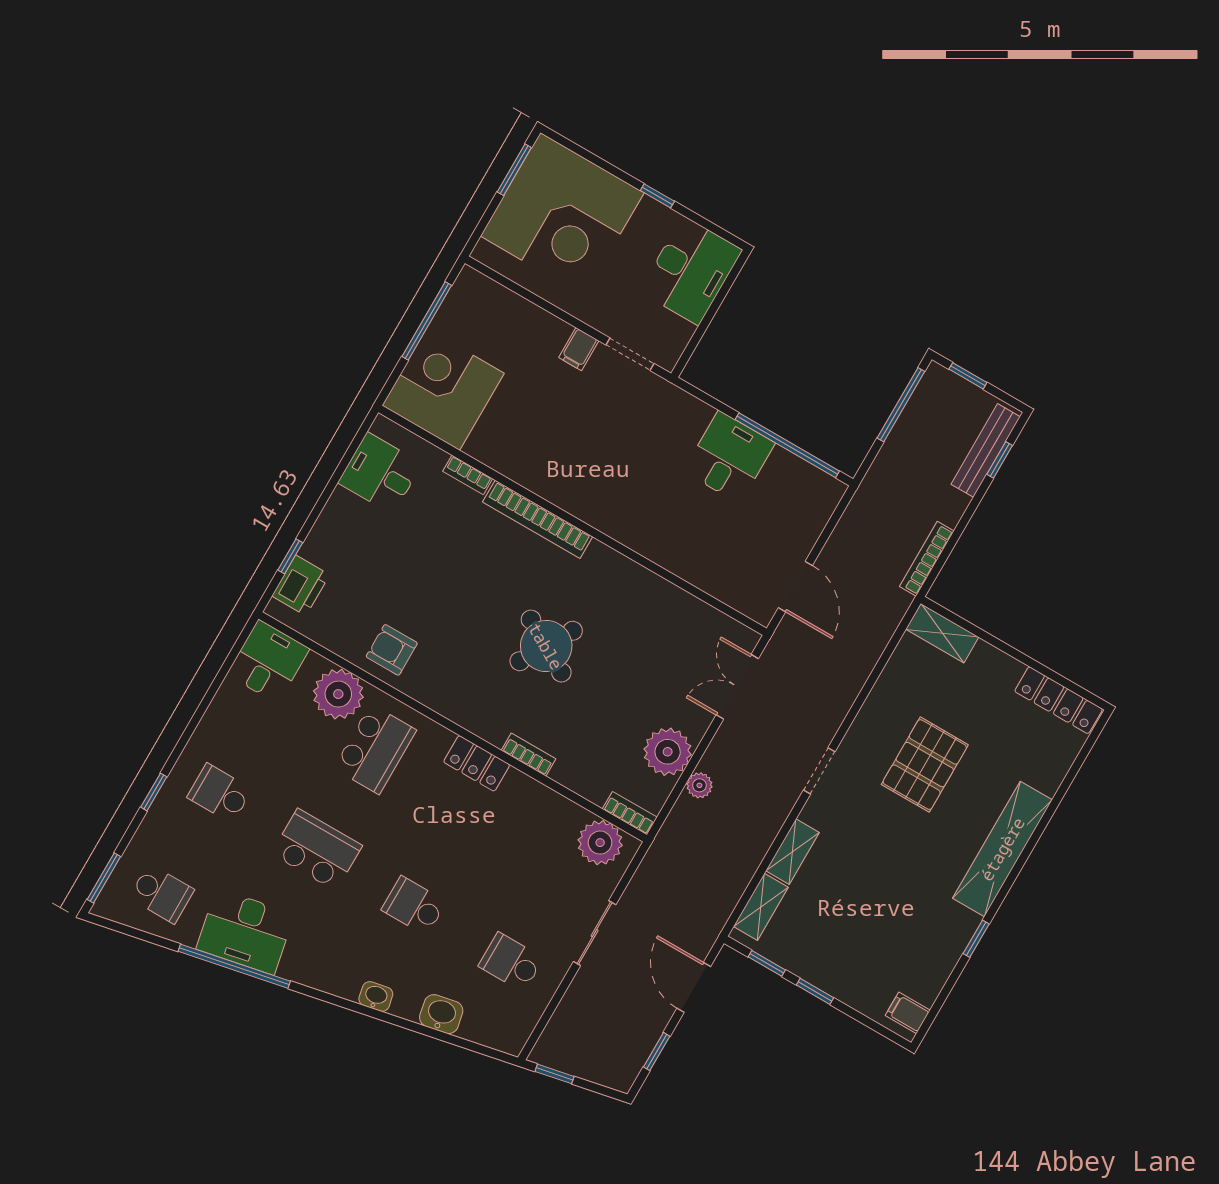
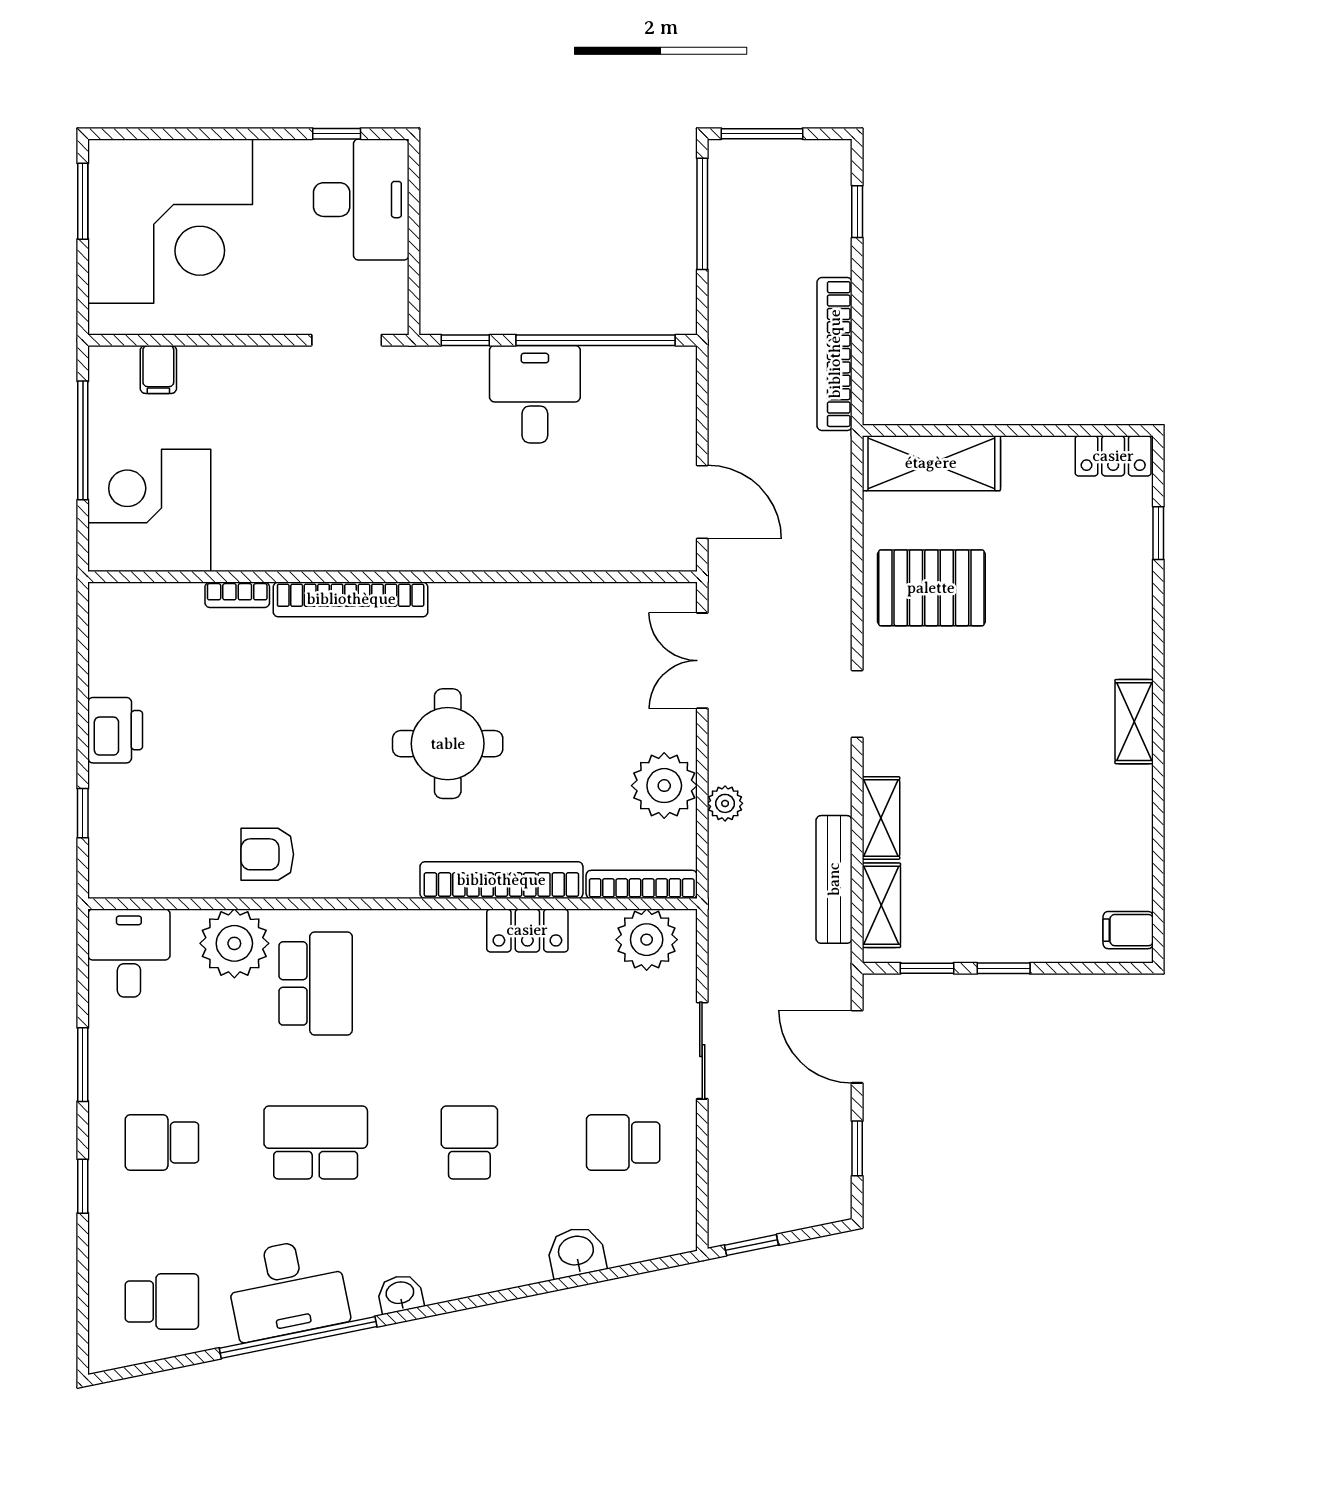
window: (657, 196) -> (337, 134), moved
filing cabinet: (579, 349) -> (158, 369), moved
window: (968, 376) -> (762, 134), width x1.50
window: (705, 398) -> (465, 340), added
bench: (986, 450) -> (834, 879), moved
desk: (380, 473) -> (132, 653), removed
bookcase: (927, 559) -> (835, 354), width x1.48, depth x1.31
printer: (301, 585) -> (115, 730), moved
shelving: (942, 633) -> (931, 463), width x1.50, depth x1.33
round table: (546, 646) -> (448, 744), turned -30
locker: (1059, 700) -> (1113, 456), width x0.66
bookcase: (529, 755) -> (501, 880), width x2.31, depth x1.31
locker: (477, 763) -> (527, 930), moved
pallet: (925, 765) -> (931, 588), moved, turned 90
bookcase: (630, 813) -> (642, 884), width x1.56
shelving: (1002, 849) -> (1134, 722), width x0.45, depth x0.75
window: (104, 878) -> (83, 1065), moved
school desk: (414, 906) -> (469, 1142), turned 90
window: (976, 939) -> (1158, 533), moved
washbasin: (376, 997) -> (400, 1294), moved

